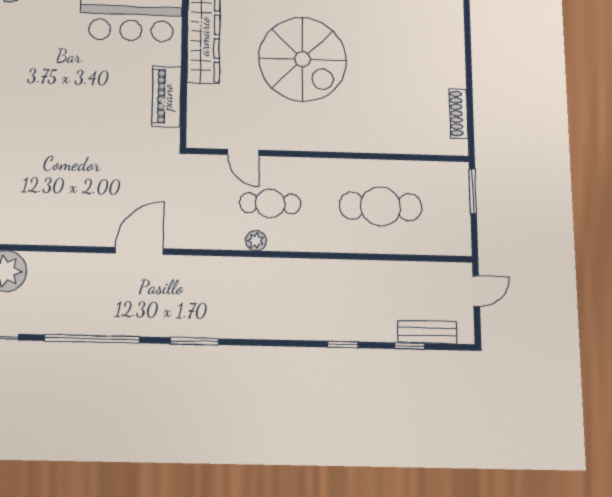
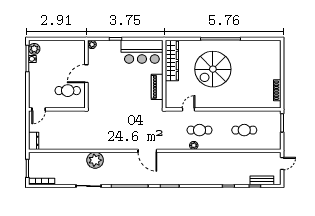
spiral stairs: (302, 59) -> (213, 69), turned 90
door: (243, 152) -> (189, 109), swing flipped
cafe table: (381, 206) -> (244, 130), width x0.73, depth x0.74
door: (139, 251) -> (147, 151), swing flipped

